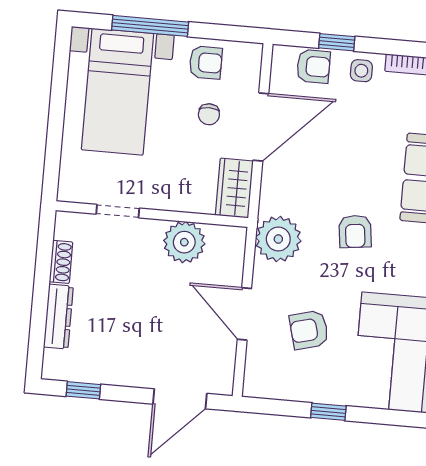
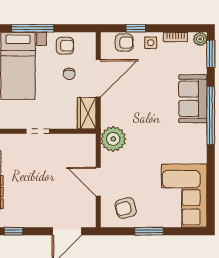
doorway: (118, 211) -> (38, 131), moved
armchair: (355, 231) -> (155, 131), removed
plant: (184, 242) -> (62, 145), removed
armchair: (309, 330) -> (126, 208), moved
window: (328, 412) -> (149, 231), width x1.50

